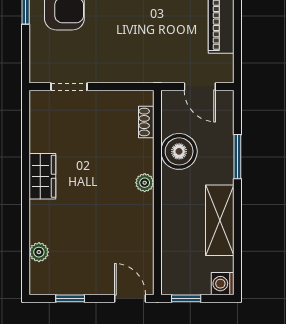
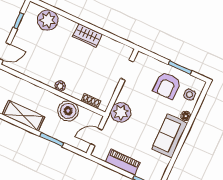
plant: (142, 65) -> (121, 112), added
plant: (39, 252) -> (48, 20), width x1.88, depth x1.88

